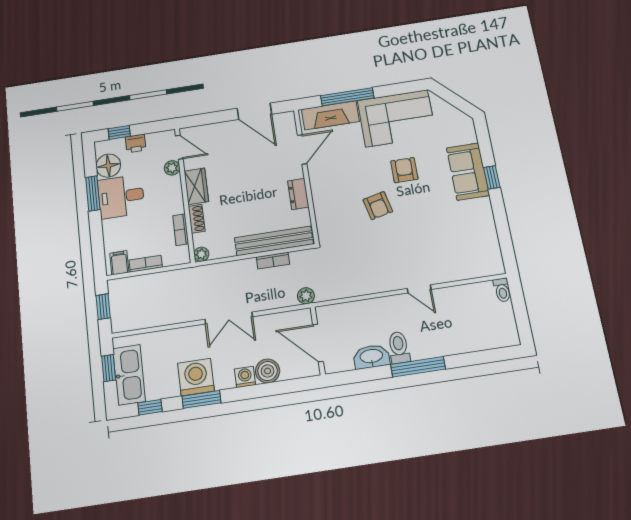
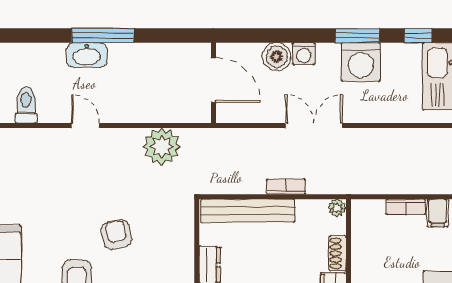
bookcase: (181, 230) -> (359, 243), removed
bookcase: (273, 261) -> (286, 187), moved
plant: (306, 296) -> (162, 147), moved, width x1.87, depth x1.87
toilet: (399, 347) -> (26, 105), moved, turned 180
washbasin: (371, 357) -> (87, 55), moved

